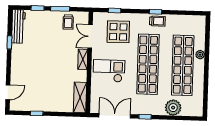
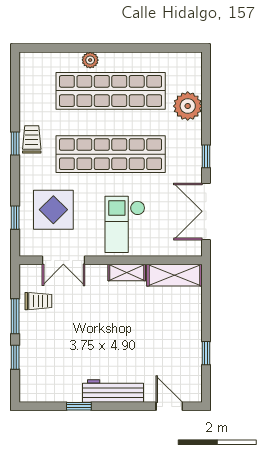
workbench: (18, 26) -> (113, 391), moved
shelving: (83, 59) -> (127, 272), moved

